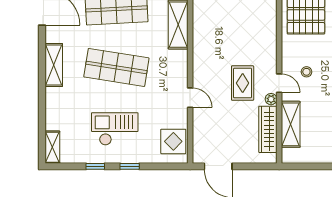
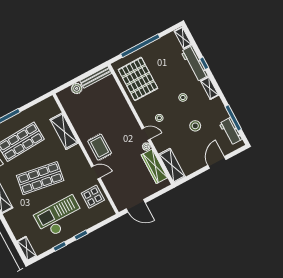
rug: (243, 83) -> (100, 147), moved
shelving: (291, 124) -> (172, 166), moved
checkout: (115, 129) -> (59, 217), width x1.36, depth x1.21
display table: (173, 141) -> (93, 197), moved

